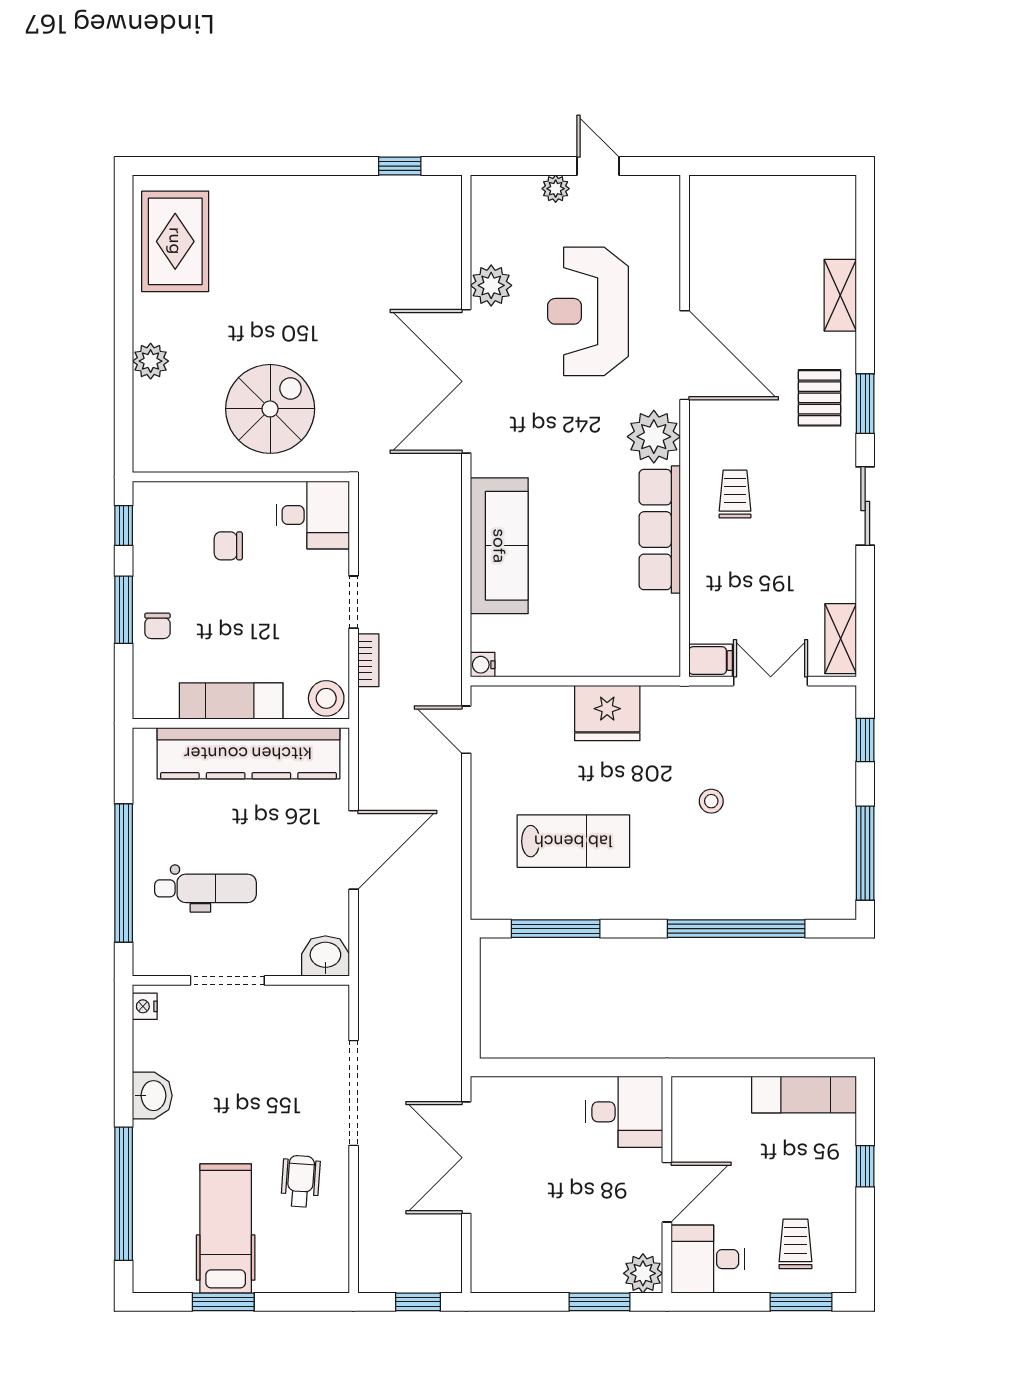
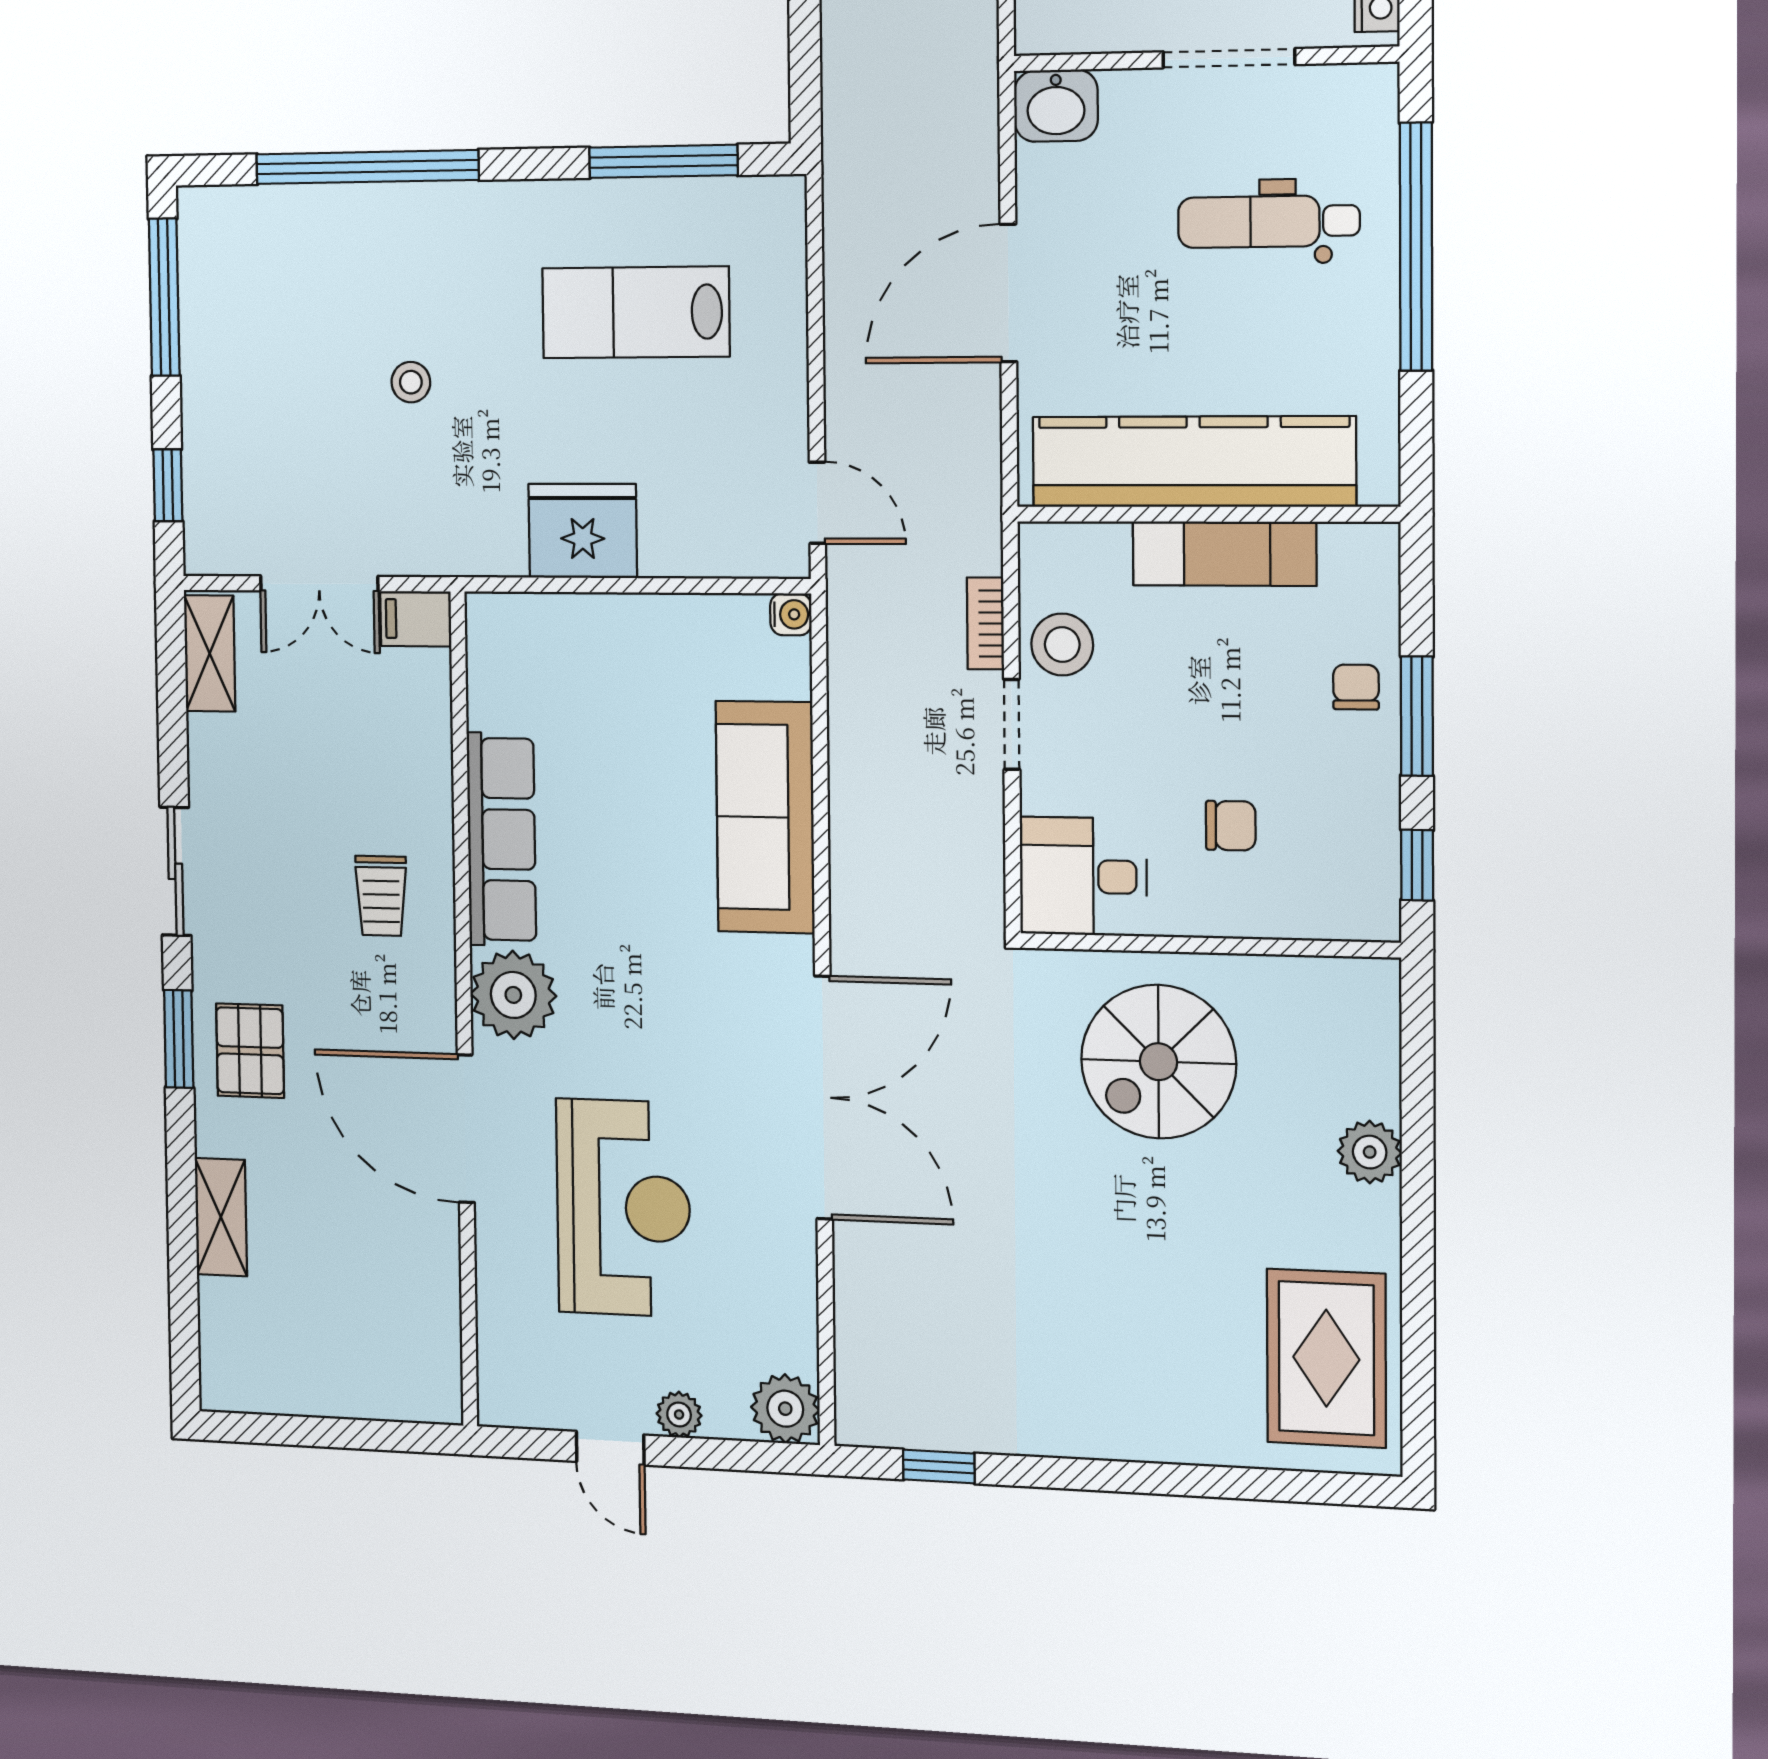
plant: (491, 285) -> (785, 1409), moved
stool: (326, 698) -> (1062, 645), moved

